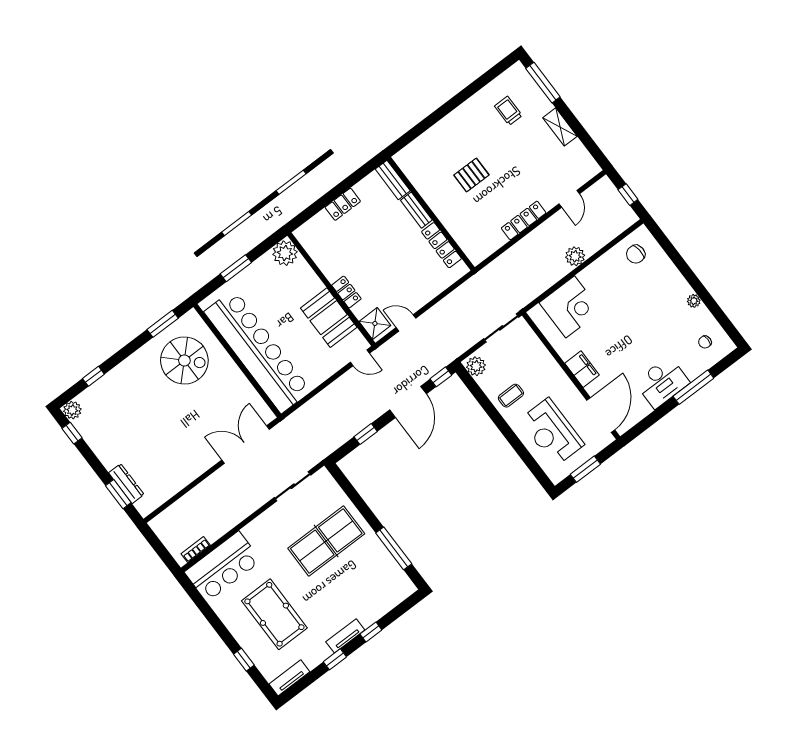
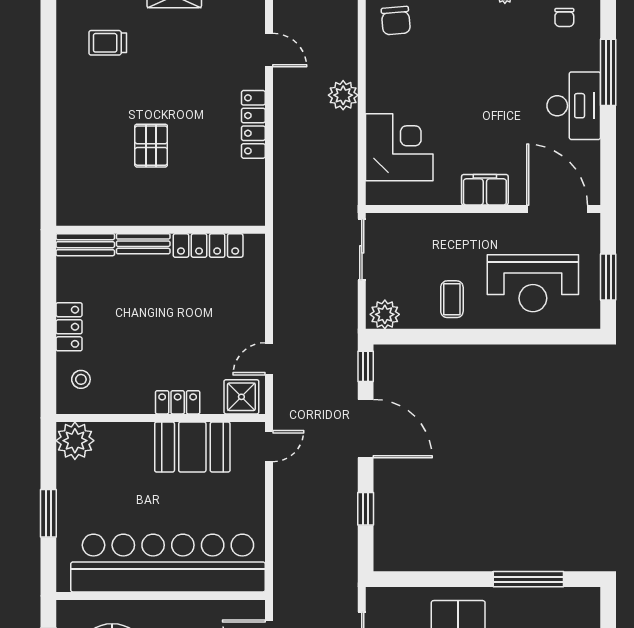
stool: (320, 232) -> (81, 379), added

